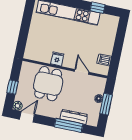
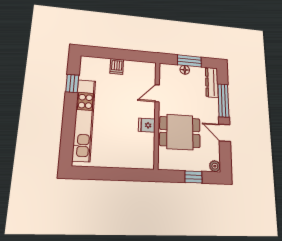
dishwasher: (104, 60) -> (117, 66), moved
door: (27, 117) -> (225, 133), moved
dresser: (74, 117) -> (212, 82), moved

